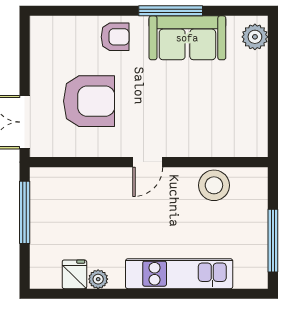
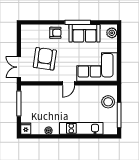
armchair: (89, 101) -> (45, 59), turned -82
corner sofa: (218, 122) -> (97, 67), added
stool: (214, 185) -> (108, 102), moved
fridge: (74, 274) -> (26, 129), moved

